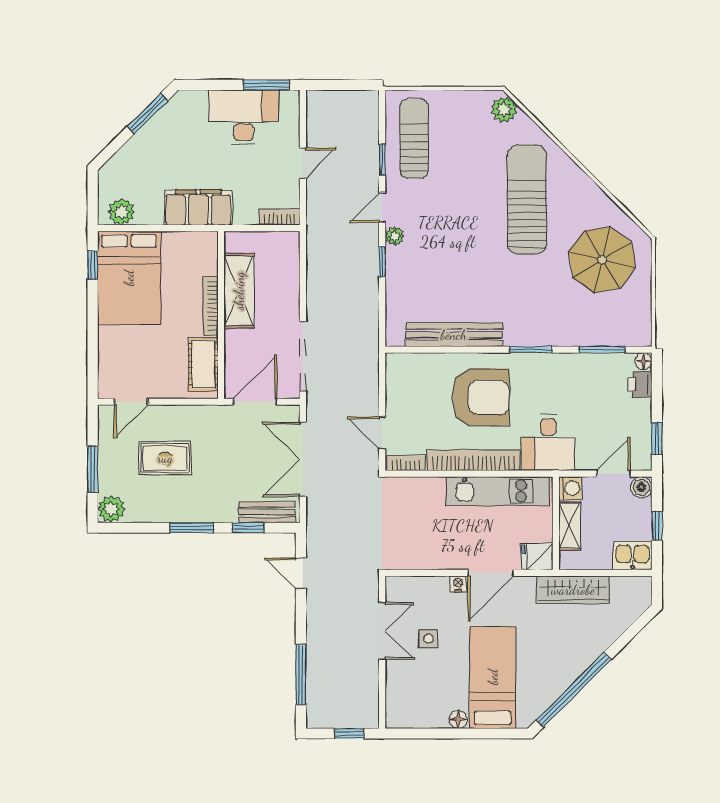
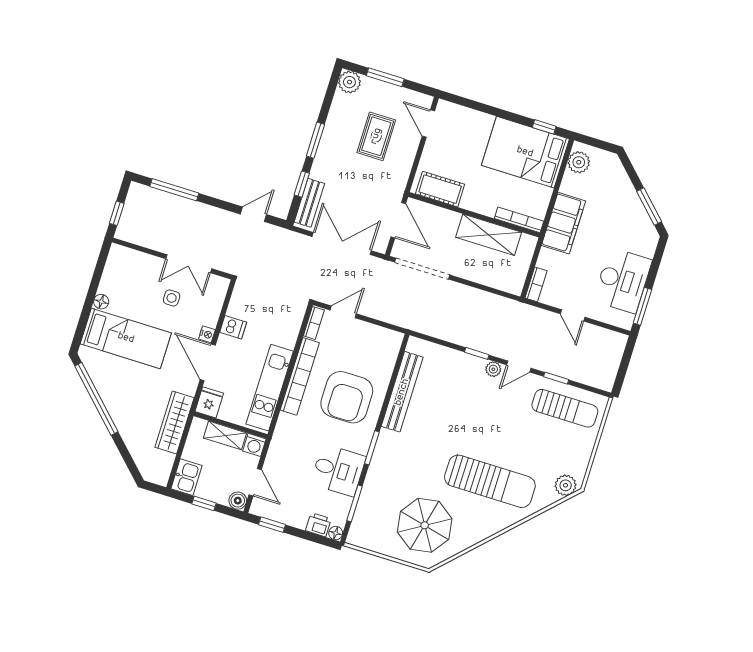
door: (382, 208) -> (519, 367), swing flipped
bookcase: (211, 306) -> (519, 220), moved
desk: (548, 442) -> (338, 470), moved, turned 180
dishwasher: (440, 556) -> (233, 327), added

